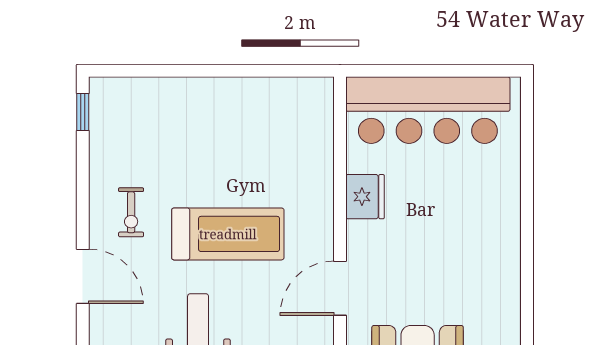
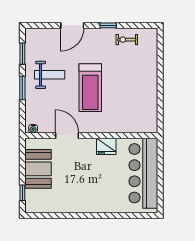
window: (83, 112) -> (108, 25), moved
exercise bike: (131, 212) -> (127, 40), moved

